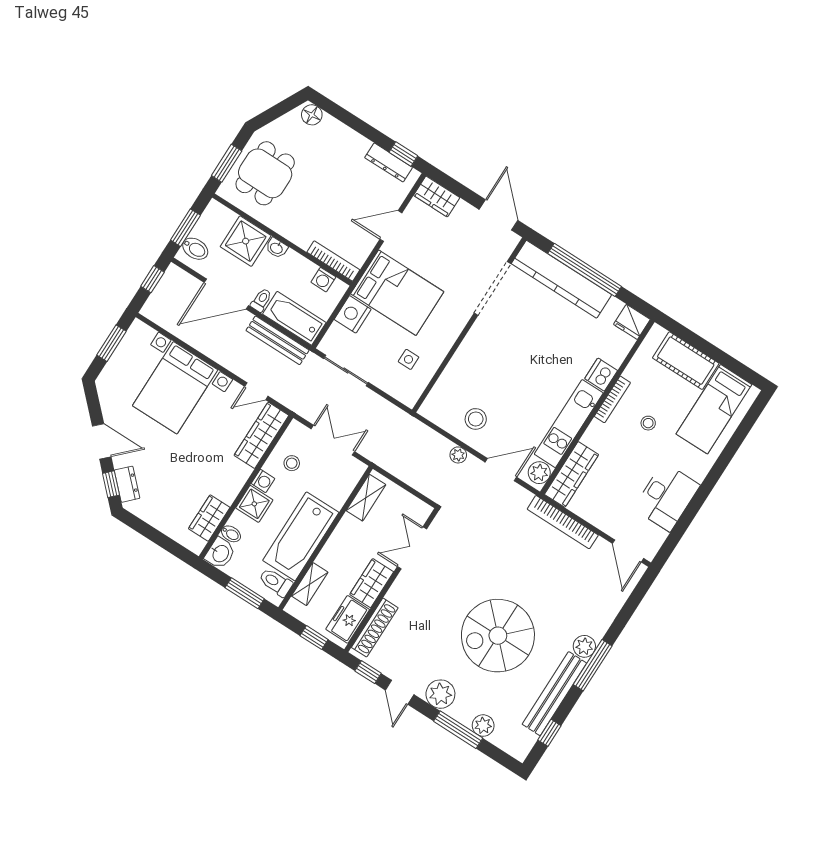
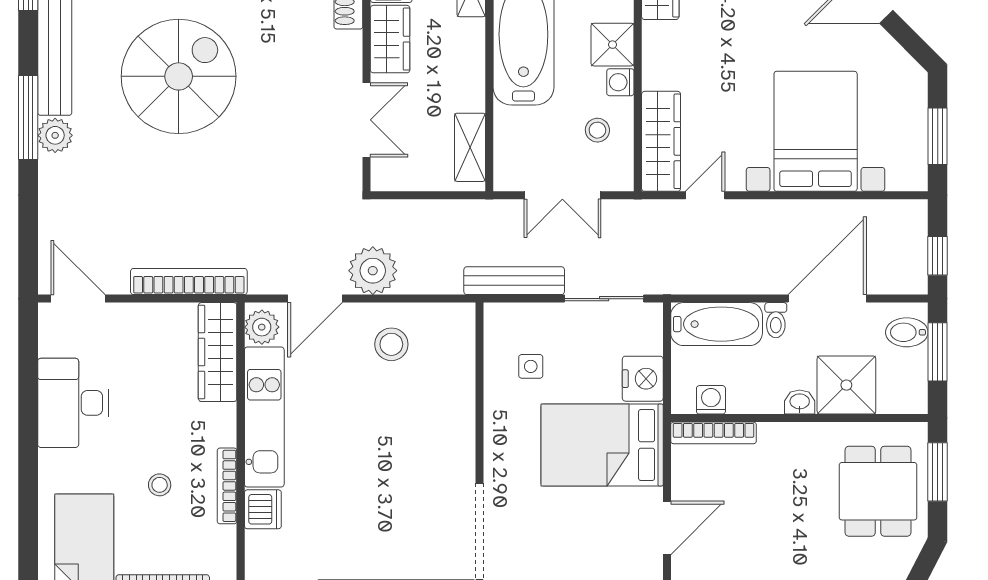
bench: (278, 340) -> (514, 281), moved
plant: (458, 455) -> (373, 271), width x1.88, depth x1.88

